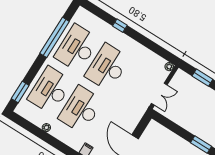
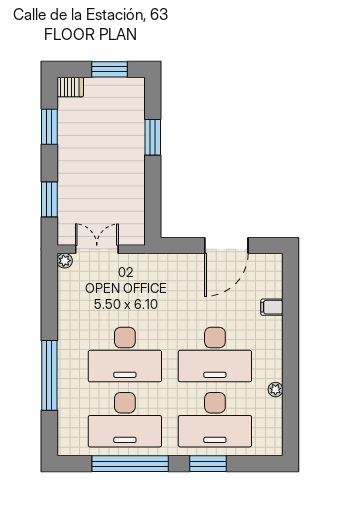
window: (120, 26) -> (49, 375), width x3.17
window: (20, 92) -> (208, 464), moved
double door: (159, 94) -> (97, 249), moved

